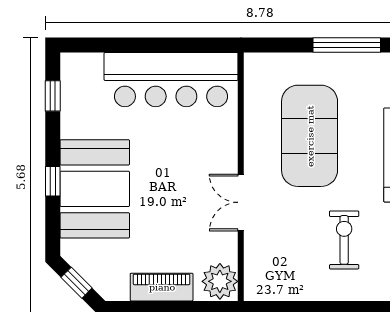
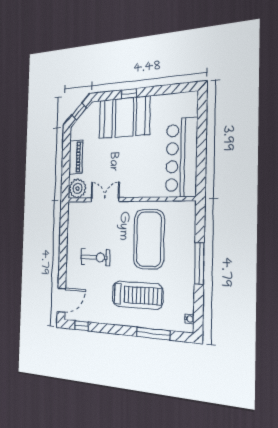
window: (53, 96) -> (174, 89), removed
exercise mat: (310, 136) -> (149, 239), turned 90
double door: (241, 202) -> (105, 200), moved

